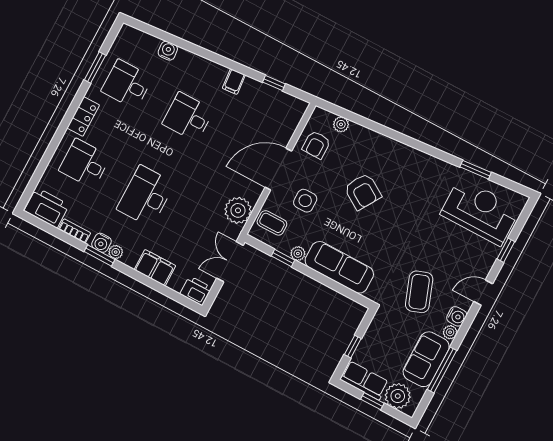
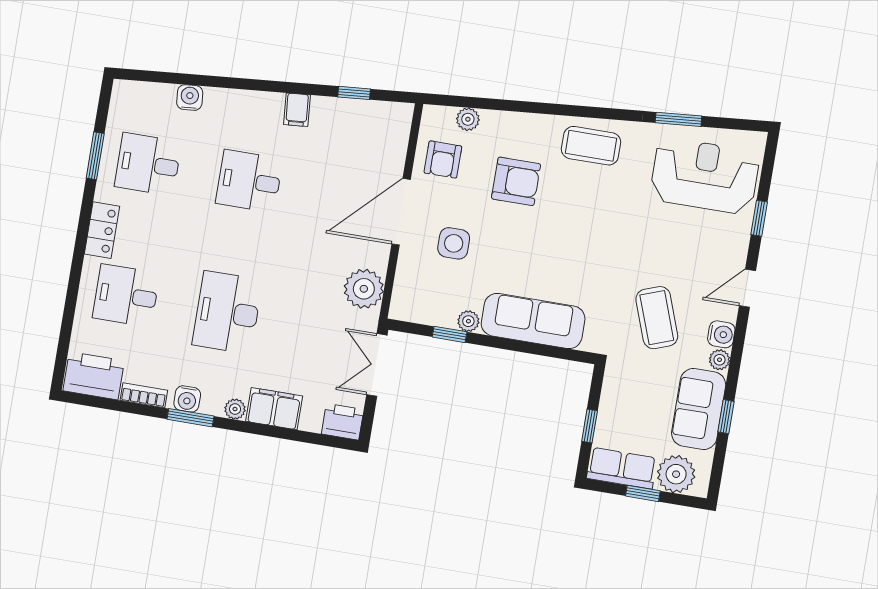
armchair: (363, 192) -> (516, 181), moved, turned -32
coffee table: (272, 223) -> (591, 146), moved, width x1.36, depth x1.30
plant: (116, 252) -> (235, 409), moved
window: (442, 370) -> (726, 417), width x0.46

